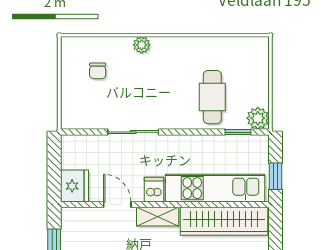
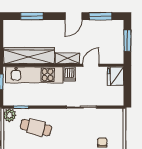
cafe table: (212, 97) -> (36, 127), turned -76
door: (117, 205) -> (91, 65), swing flipped

